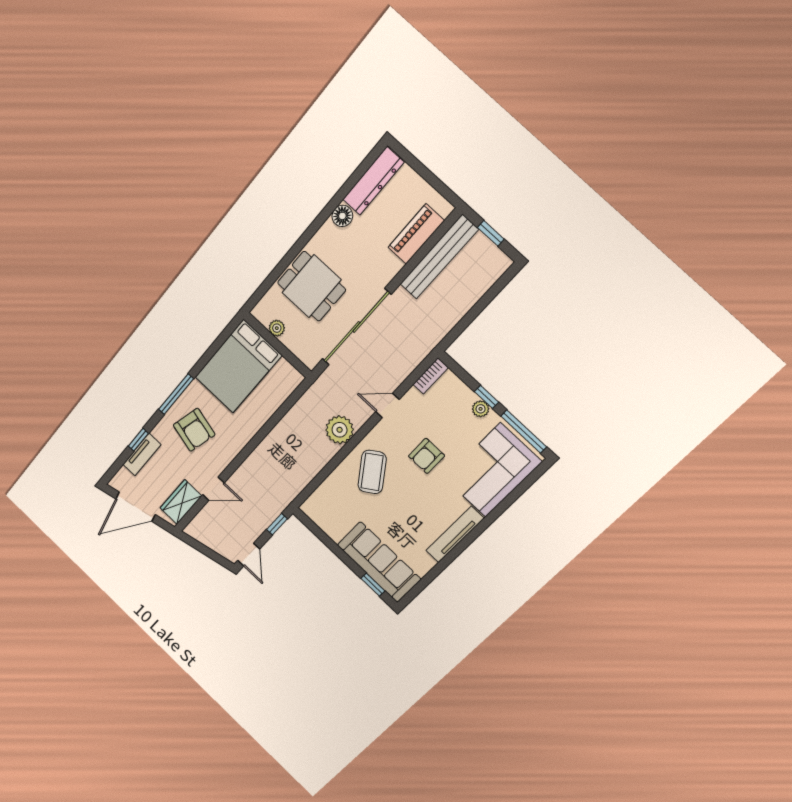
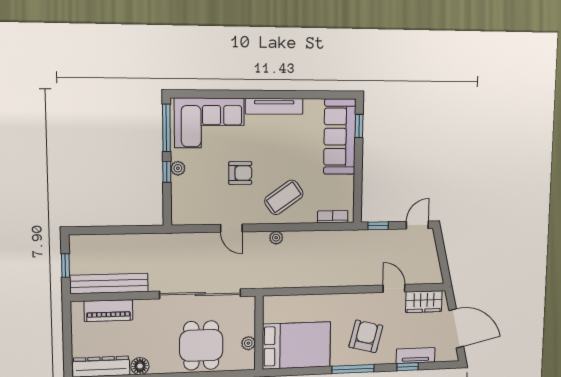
bookcase: (431, 376) -> (333, 217), moved
plant: (340, 430) -> (276, 238), width x0.53, depth x0.53

